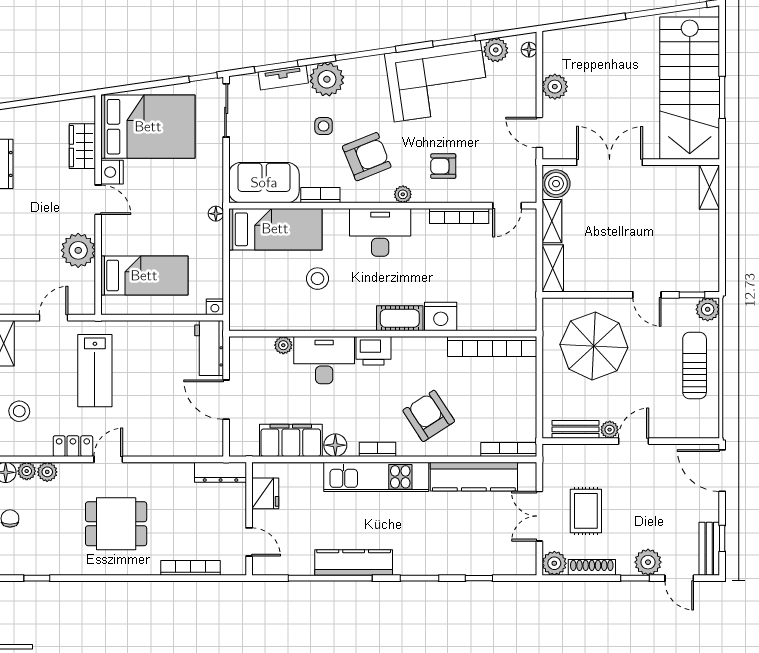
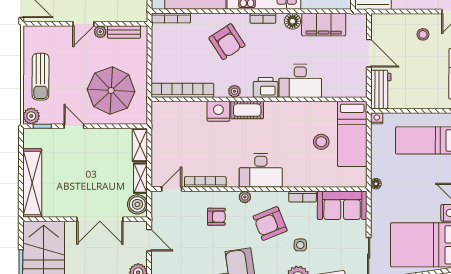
shelving: (709, 187) -> (32, 183), width x2.20, depth x1.33
bed: (275, 229) -> (352, 134), moved, turned -90
stool: (318, 279) -> (321, 142), moved
plant: (283, 345) -> (234, 91), moved
stool: (149, 427) -> (423, 34), added

